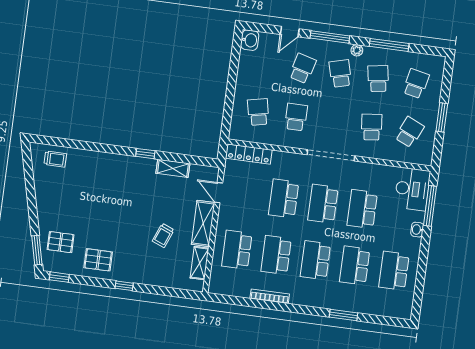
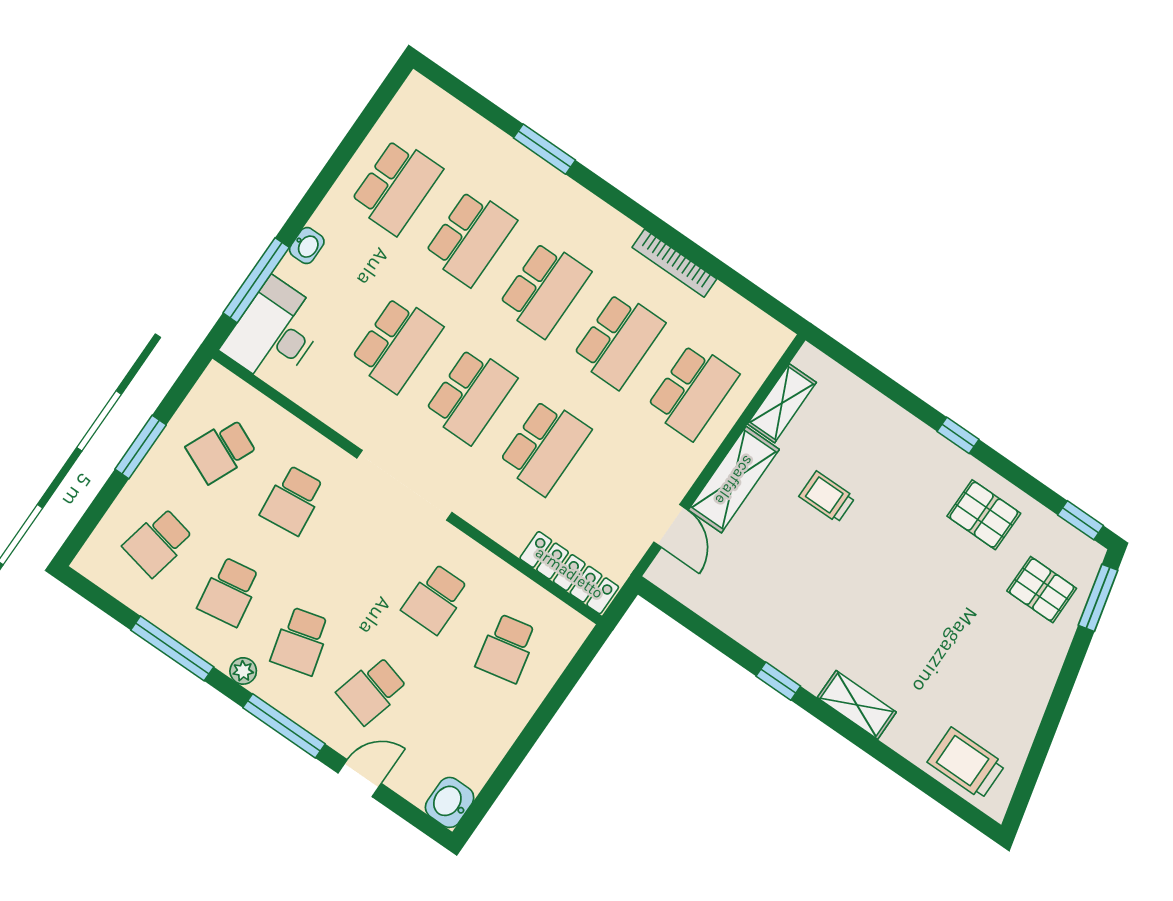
trolley: (55, 159) -> (966, 763), width x1.36, depth x1.39
shelving: (173, 168) -> (857, 705), moved
trolley: (163, 235) -> (827, 497), turned -112

